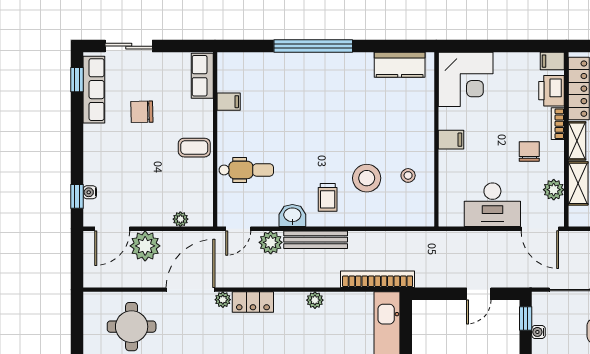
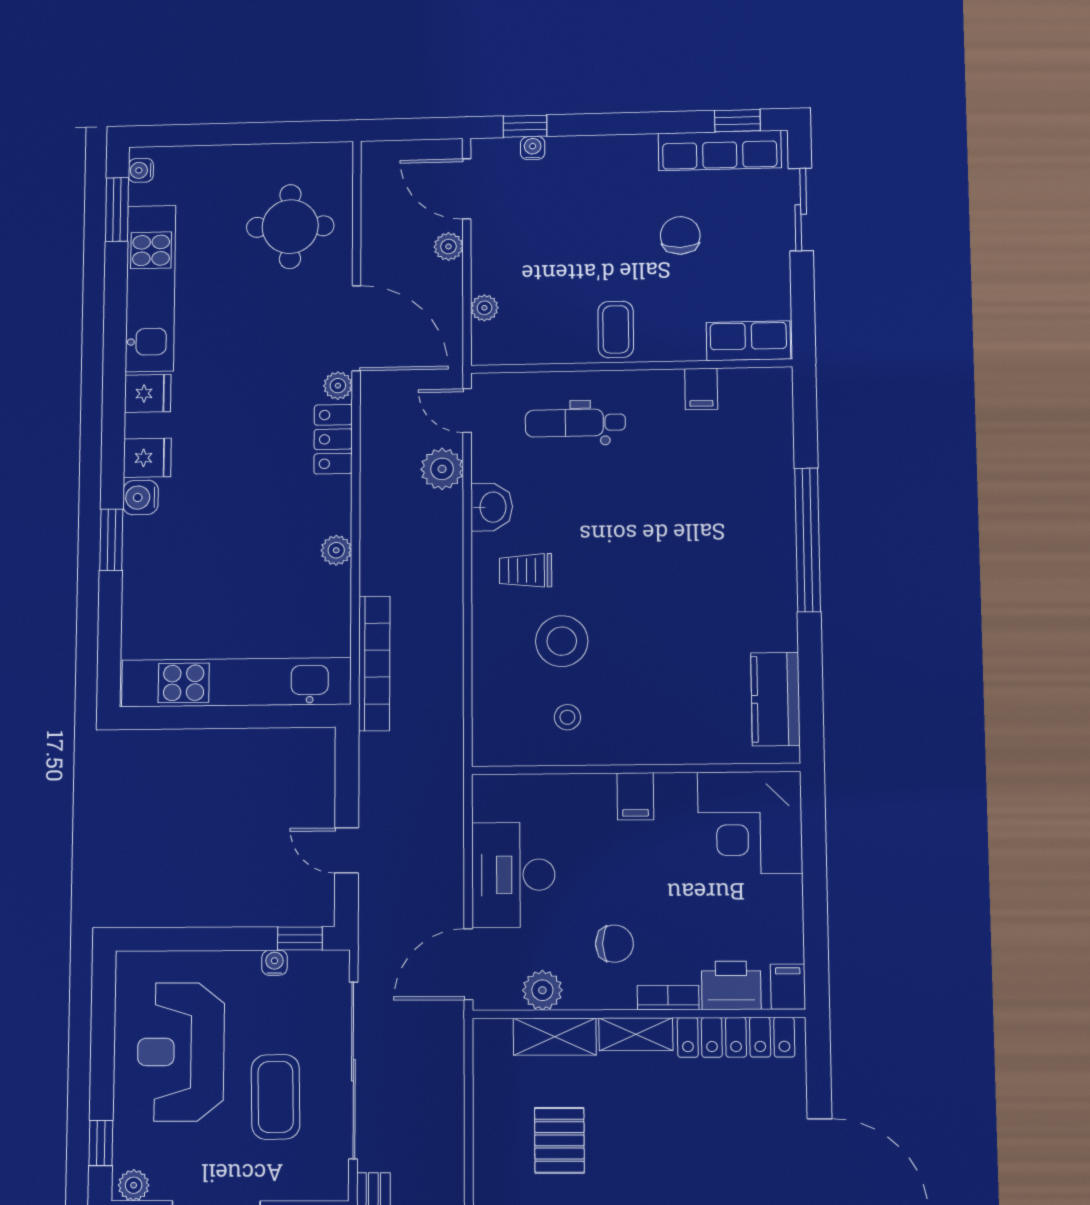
dental chair: (246, 170) -> (575, 423), turned 90
bench: (316, 240) -> (447, 550), removed
plant: (145, 246) -> (448, 247), width x0.53, depth x0.53

